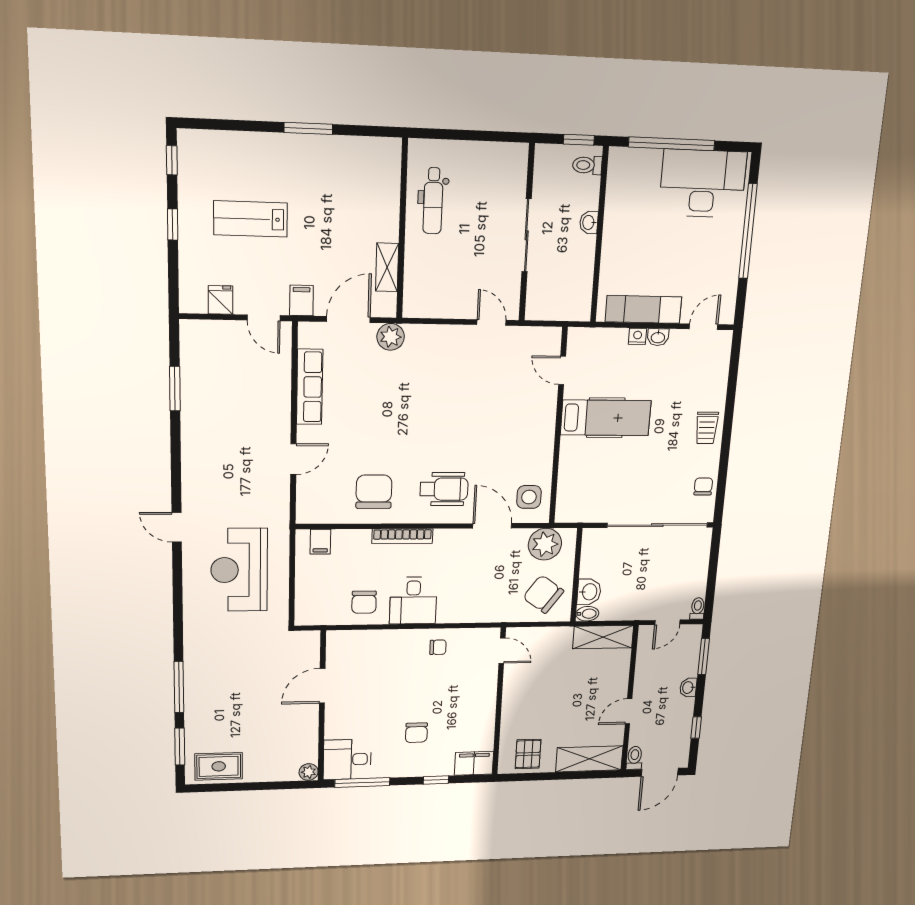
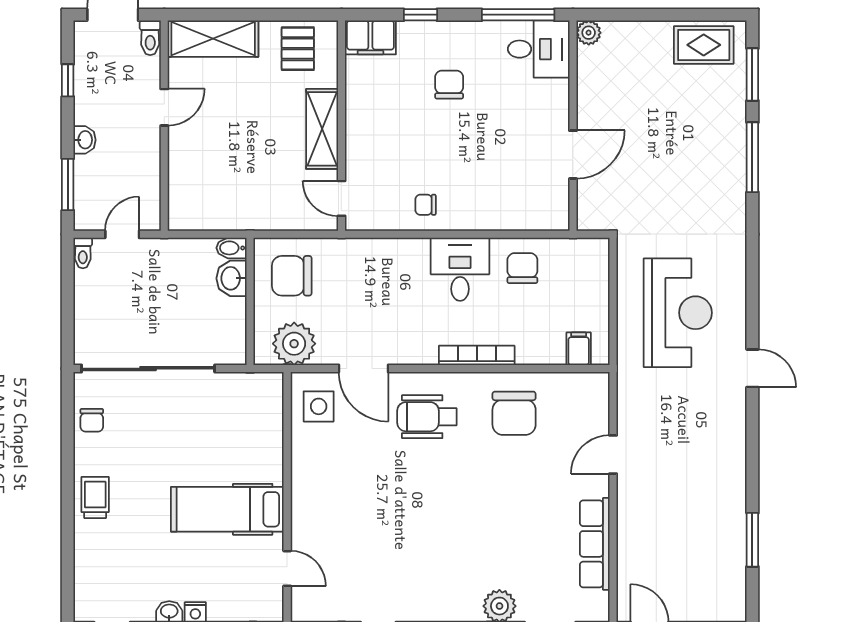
chair: (543, 594) -> (292, 276), turned 144
shelving: (603, 637) -> (322, 129), moved, turned 90

